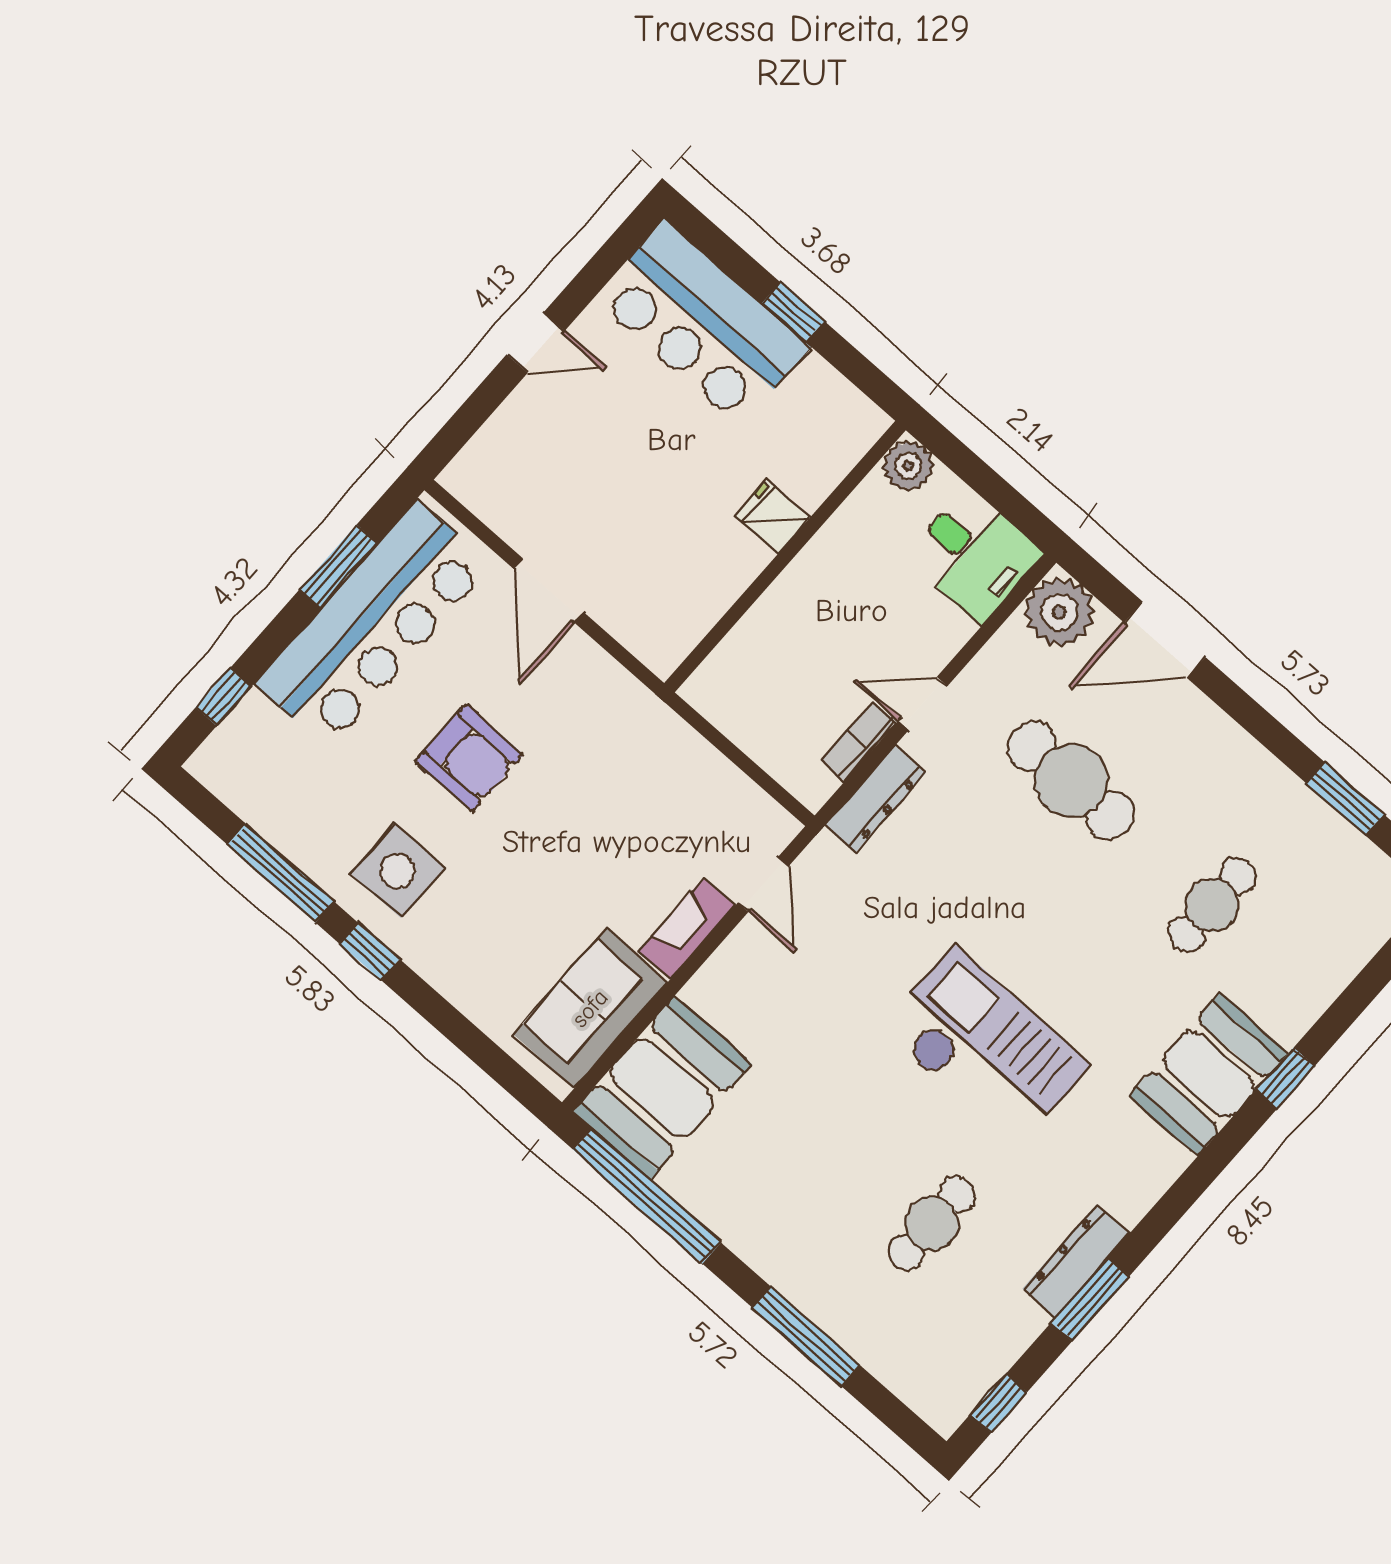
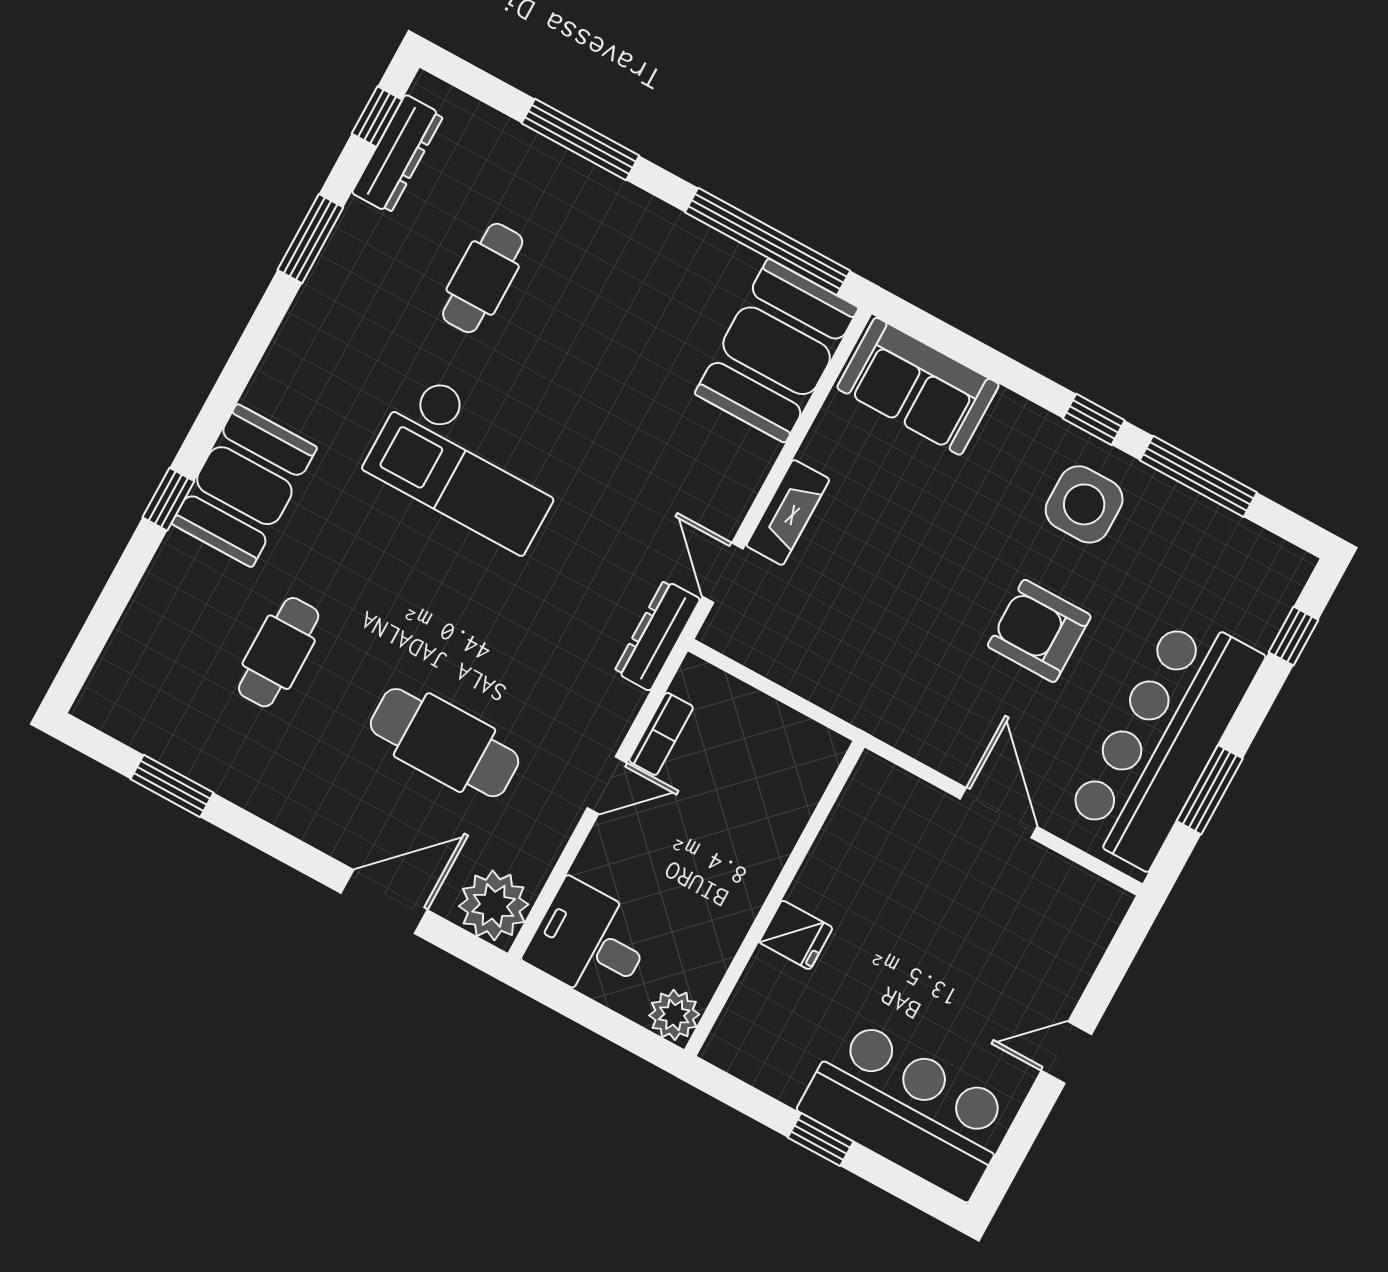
dresser: (876, 799) -> (657, 635), moved
sofa: (590, 1008) -> (918, 386), moved, turned 90
dresser: (1076, 1261) -> (398, 154), moved

